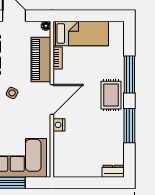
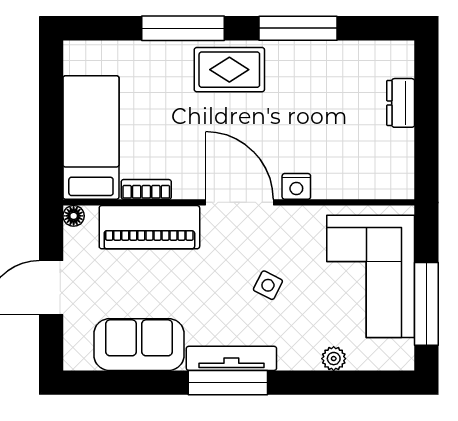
side table: (12, 93) -> (268, 285), moved
dresser: (113, 171) -> (401, 103), moved

